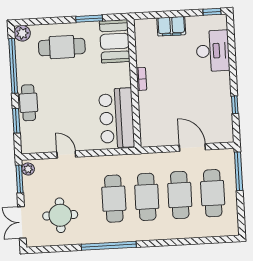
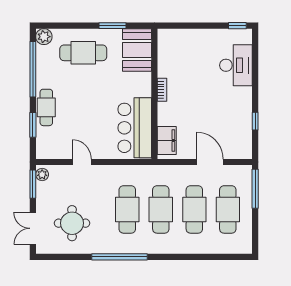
filing cabinet: (171, 26) -> (167, 140), moved, turned -90

